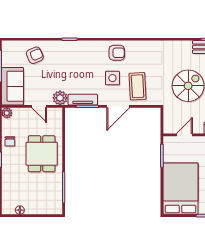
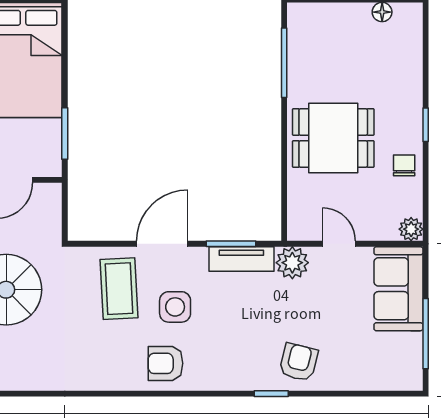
armchair: (35, 55) -> (299, 362), moved, turned 127
dining table: (42, 154) -> (333, 138), turned 90

